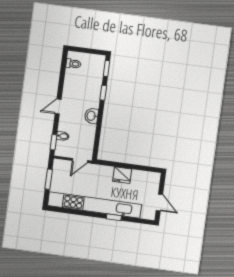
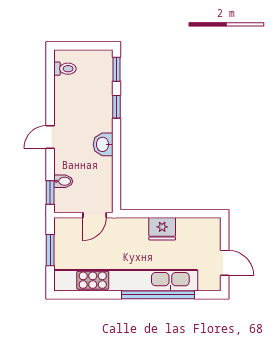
window: (114, 217) -> (158, 295), width x3.17

